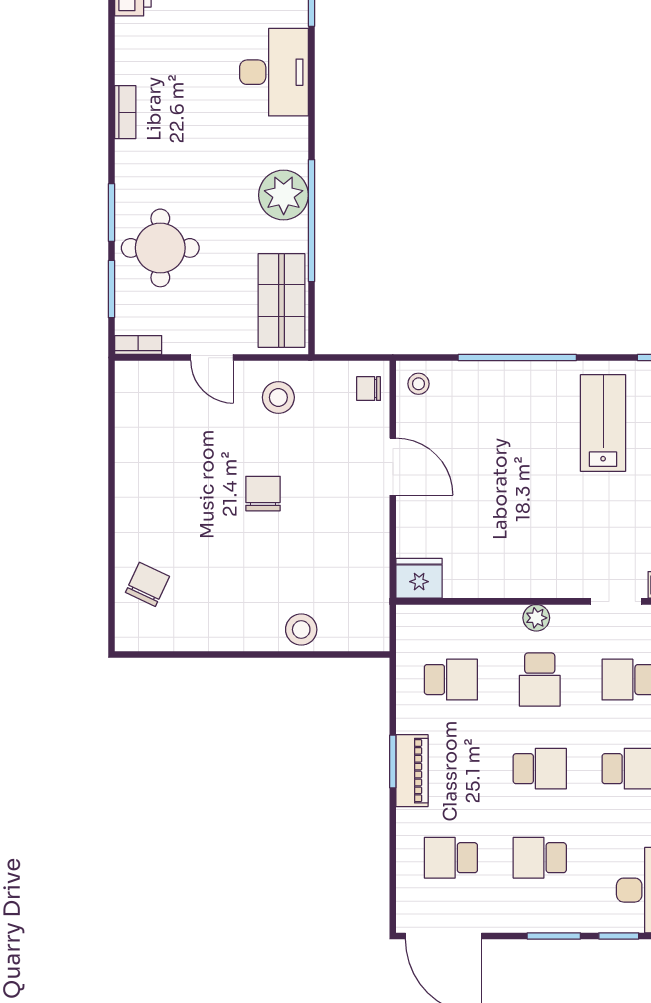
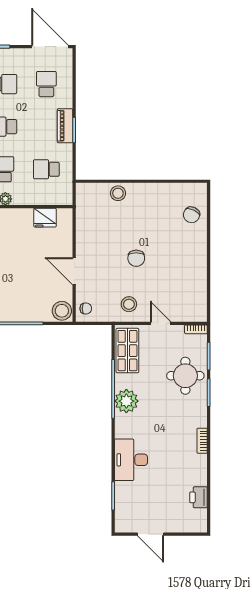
stool: (419, 384) -> (62, 311), width x1.89, depth x1.89
fridge: (419, 578) -> (45, 218), moved
school desk: (451, 858) -> (46, 84), turned -90

